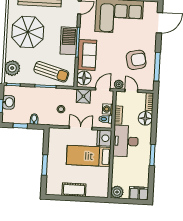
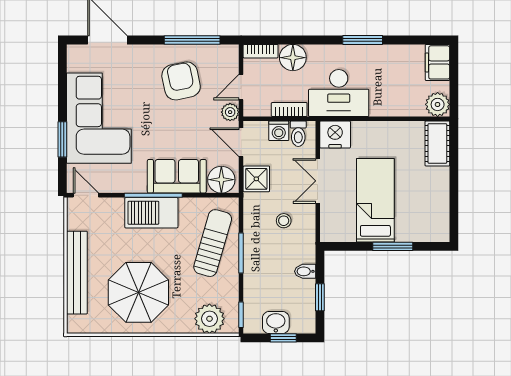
bed: (89, 156) -> (375, 200), moved, turned 180
cot: (74, 190) -> (437, 143), moved

